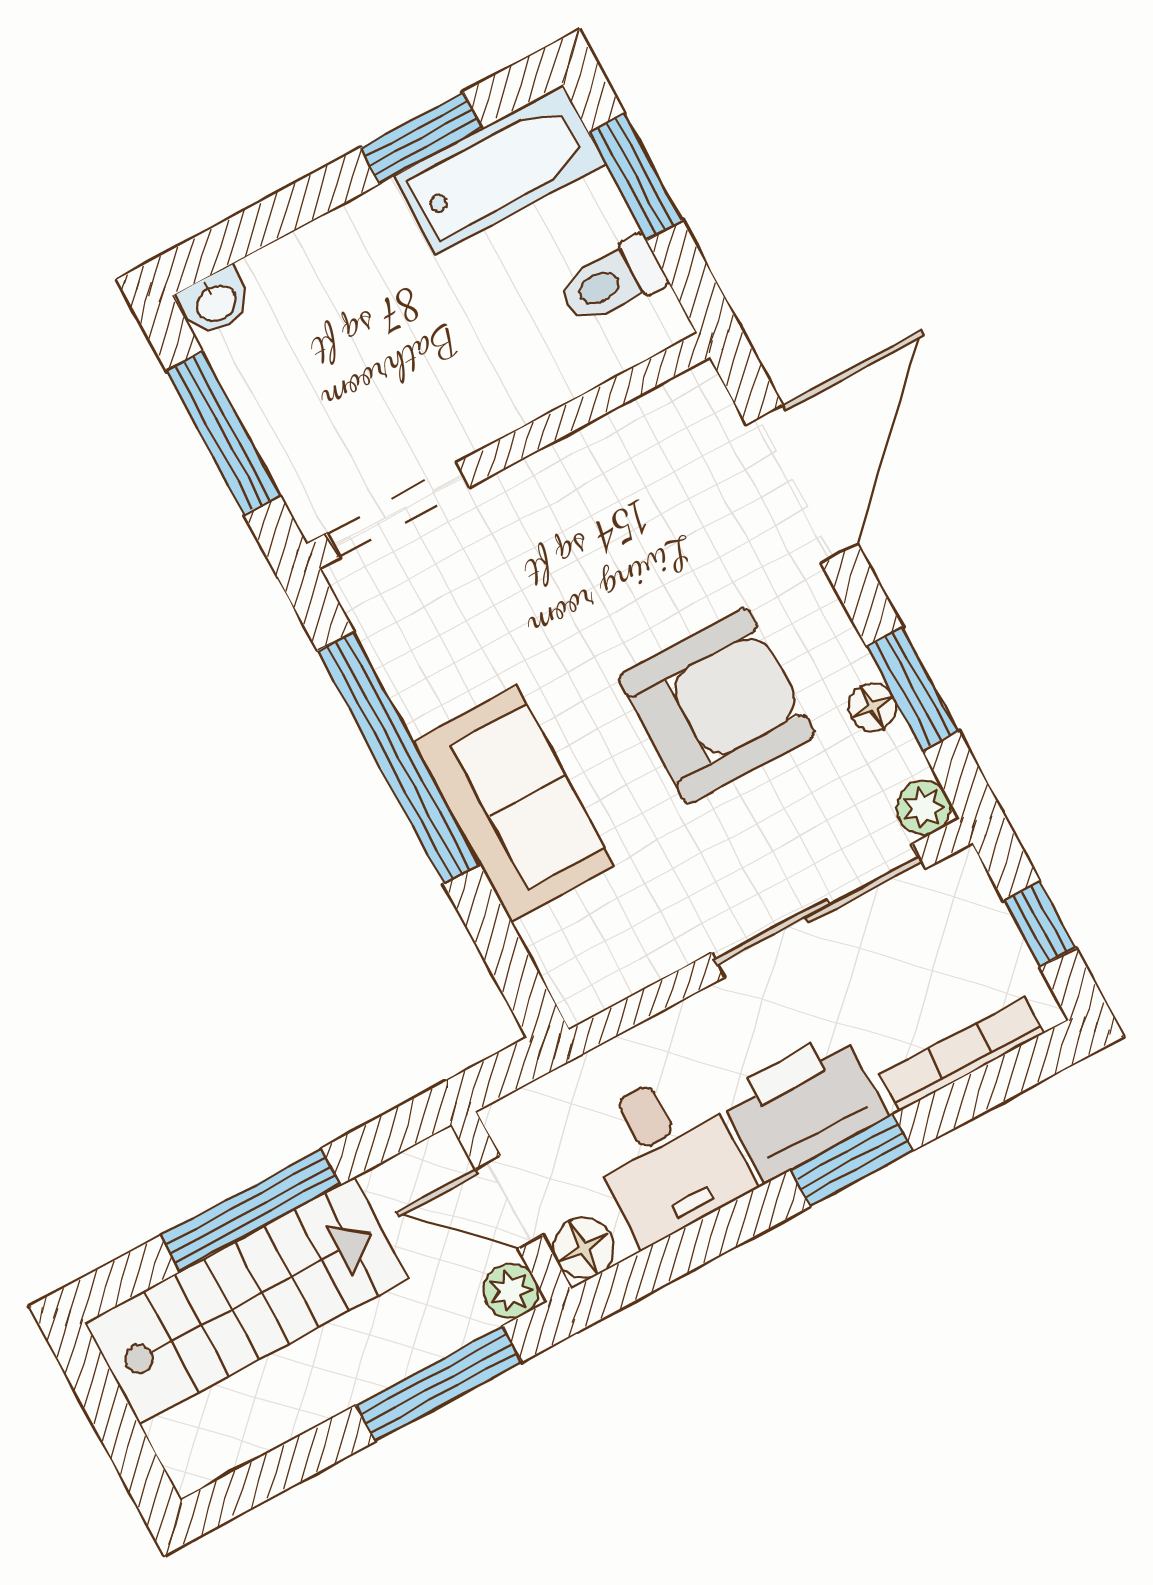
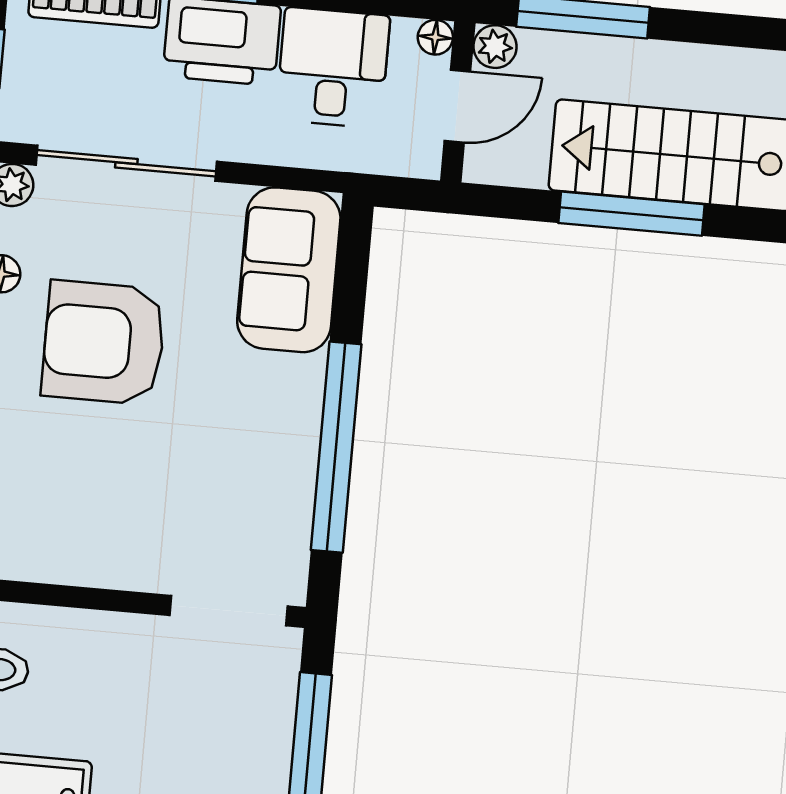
sofa: (514, 804) -> (289, 270), moved
door: (509, 1202) -> (457, 106), hinge flipped
floor lamp: (584, 1248) -> (435, 37), width x0.73, depth x0.73

